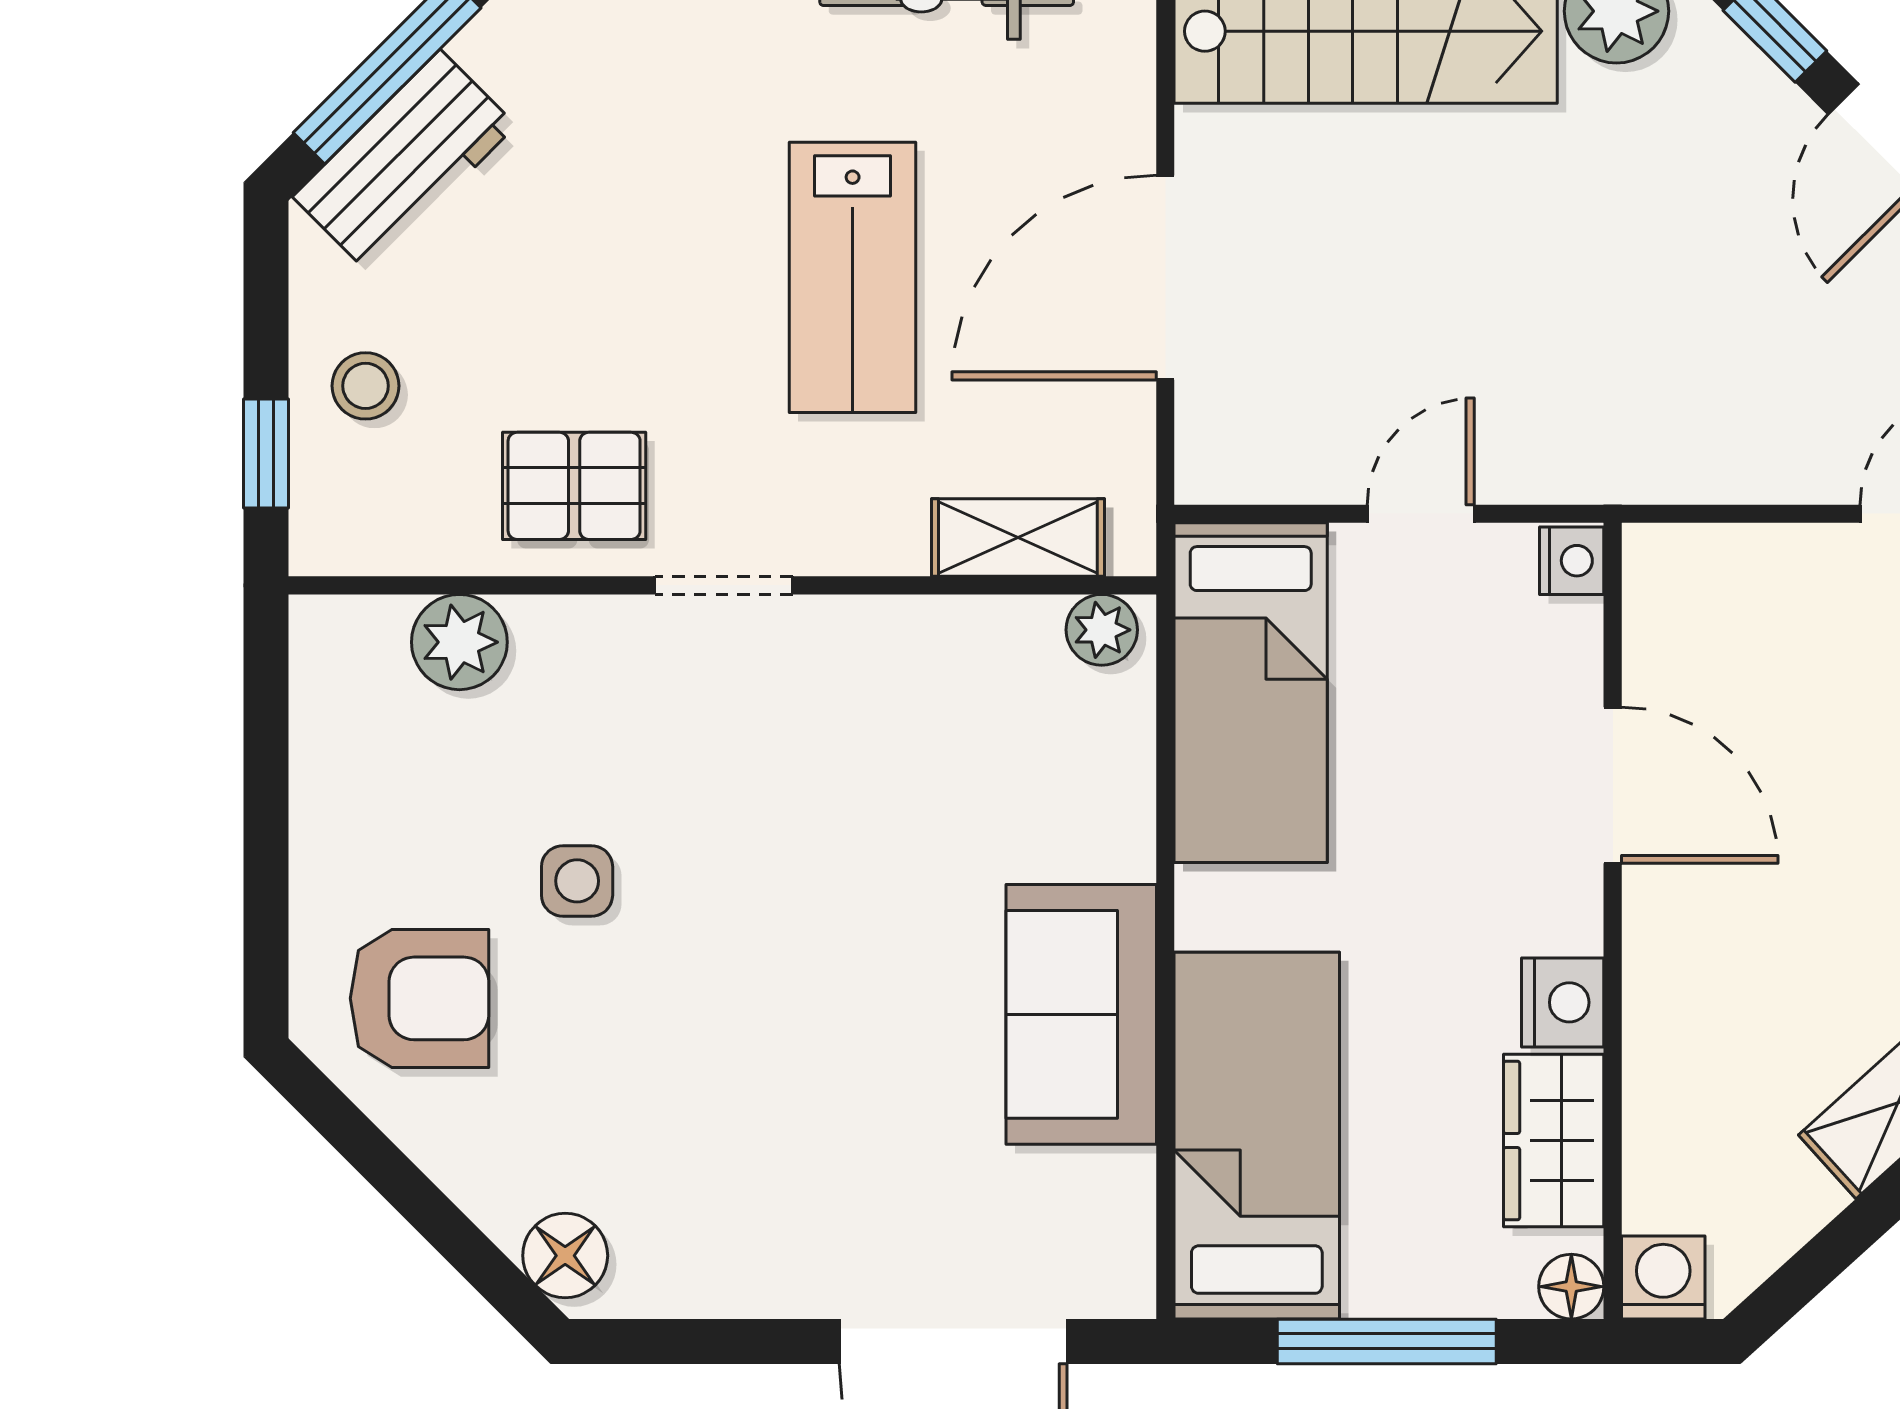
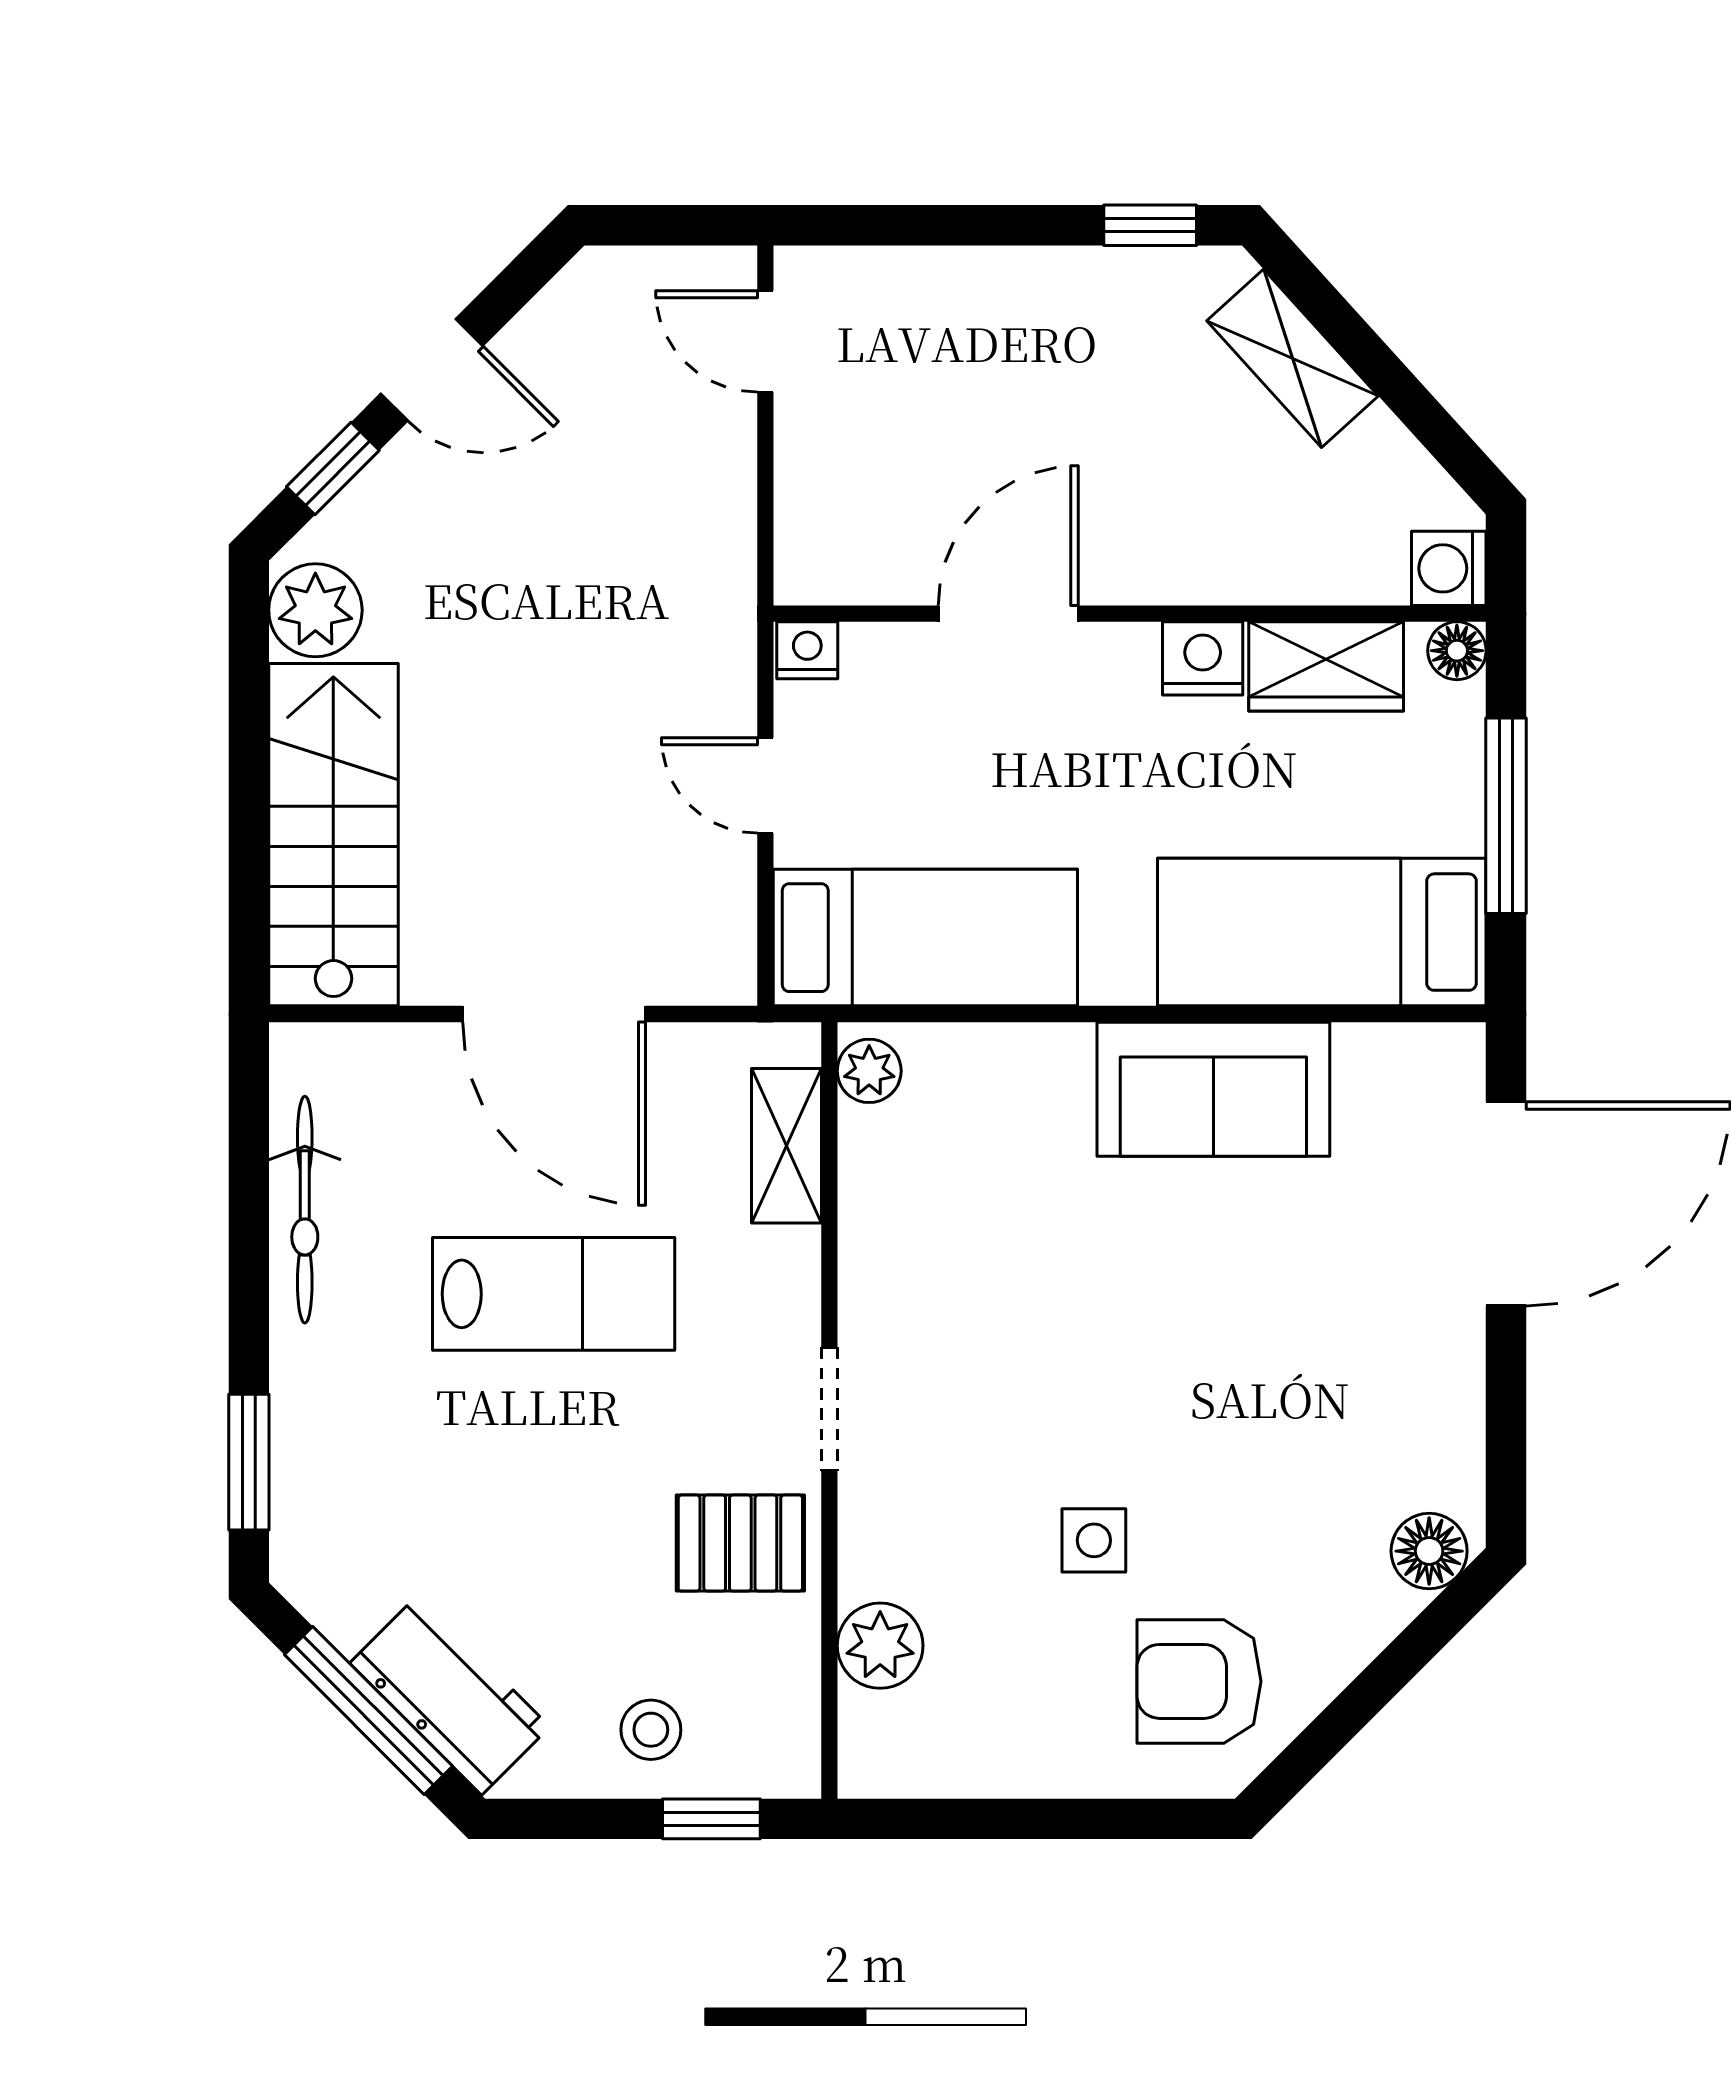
pallet: (574, 486) -> (740, 1543), turned 90
armchair: (420, 998) -> (1199, 1681), turned -90

